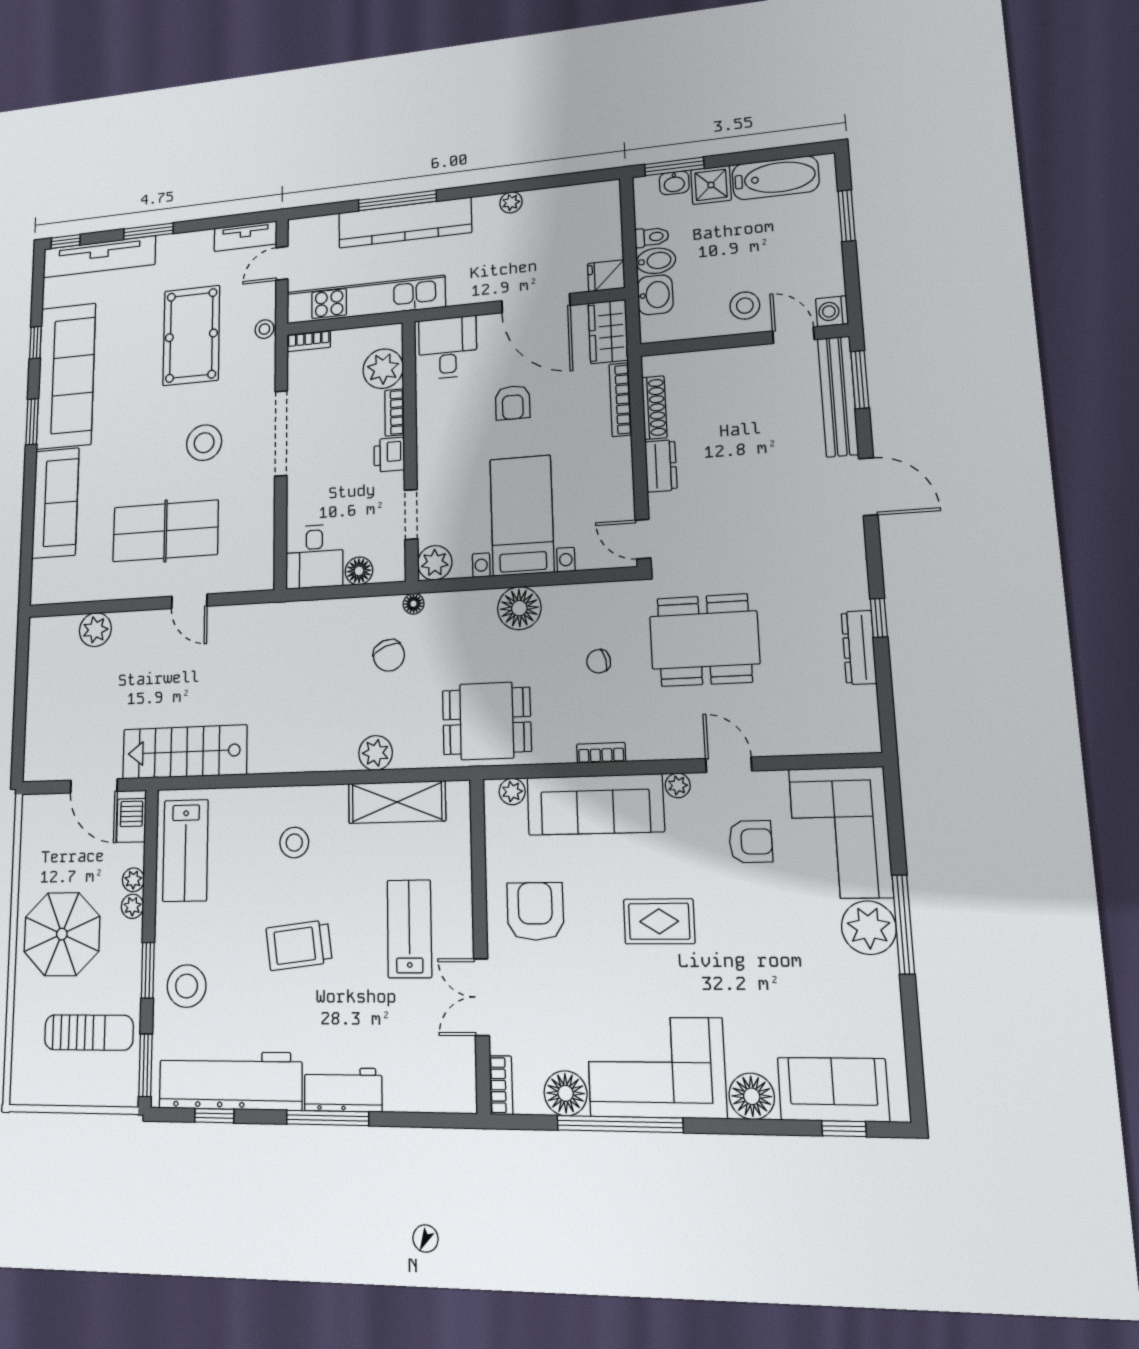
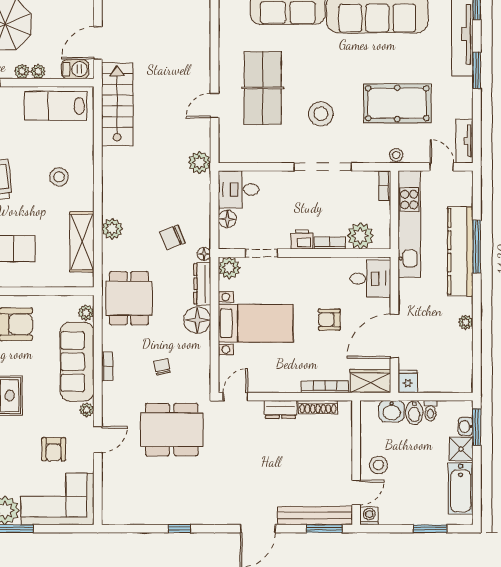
plant: (95, 630) -> (199, 162), moved
dining table: (704, 640) -> (172, 430), turned 90
dresser: (859, 647) -> (202, 284), moved, turned -90

